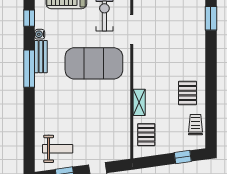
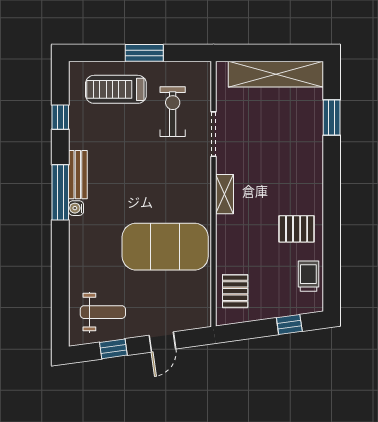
water cooler: (40, 34) -> (76, 208), moved
exercise mat: (94, 63) -> (165, 247), moved
pallet: (187, 93) -> (297, 229), turned 90
shelving: (139, 102) -> (225, 194), moved

